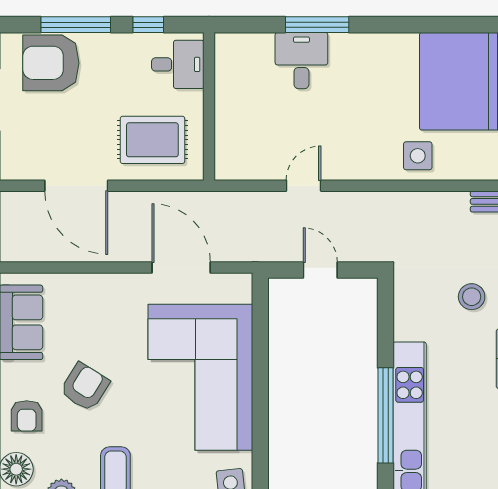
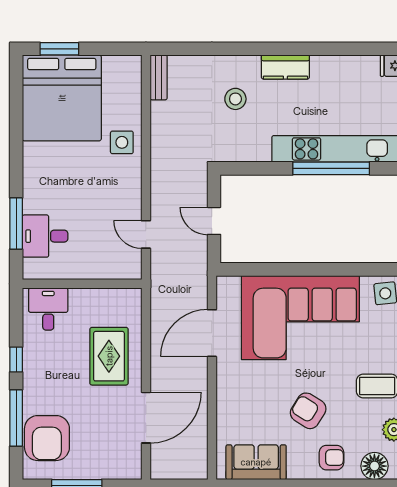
desk: (178, 64) -> (48, 309), moved
wall: (209, 106) -> (82, 284), moved
door: (320, 270) -> (214, 221), hinge flipped

